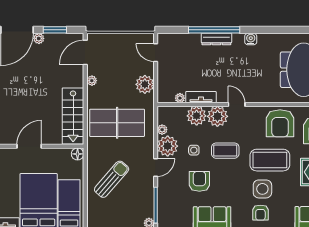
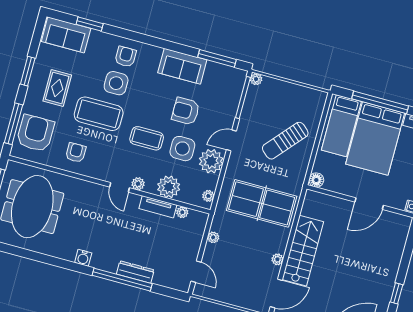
dresser: (216, 39) -> (135, 272), moved
plant: (145, 84) -> (213, 237), width x0.53, depth x0.53
stairs: (73, 116) -> (303, 251), moved
plant: (217, 116) -> (138, 184), width x0.53, depth x0.53
armchair: (280, 123) -> (76, 153), width x0.53, depth x0.53
plant: (162, 130) -> (208, 196), moved
side table: (194, 150) -> (182, 149), width x1.87, depth x1.87
armchair: (199, 181) -> (186, 111), turned 90

